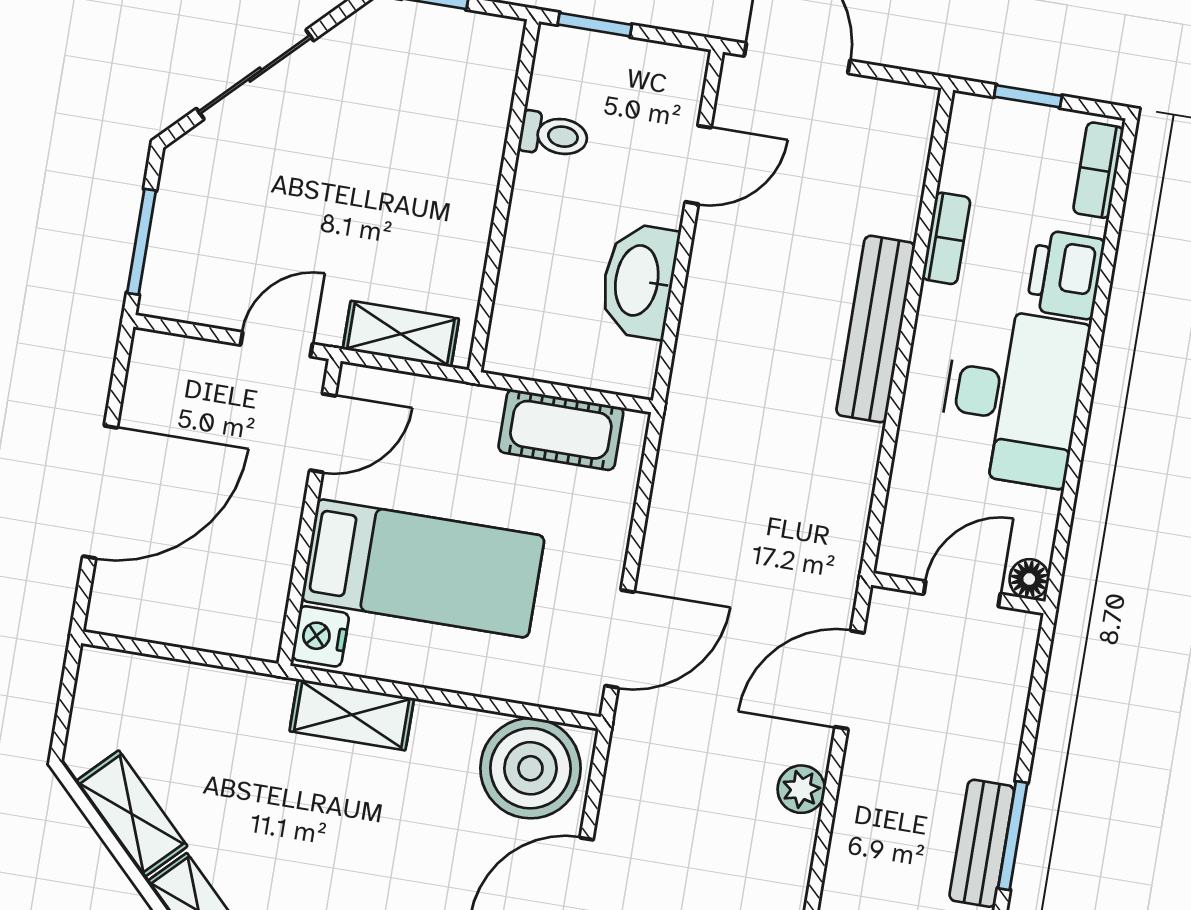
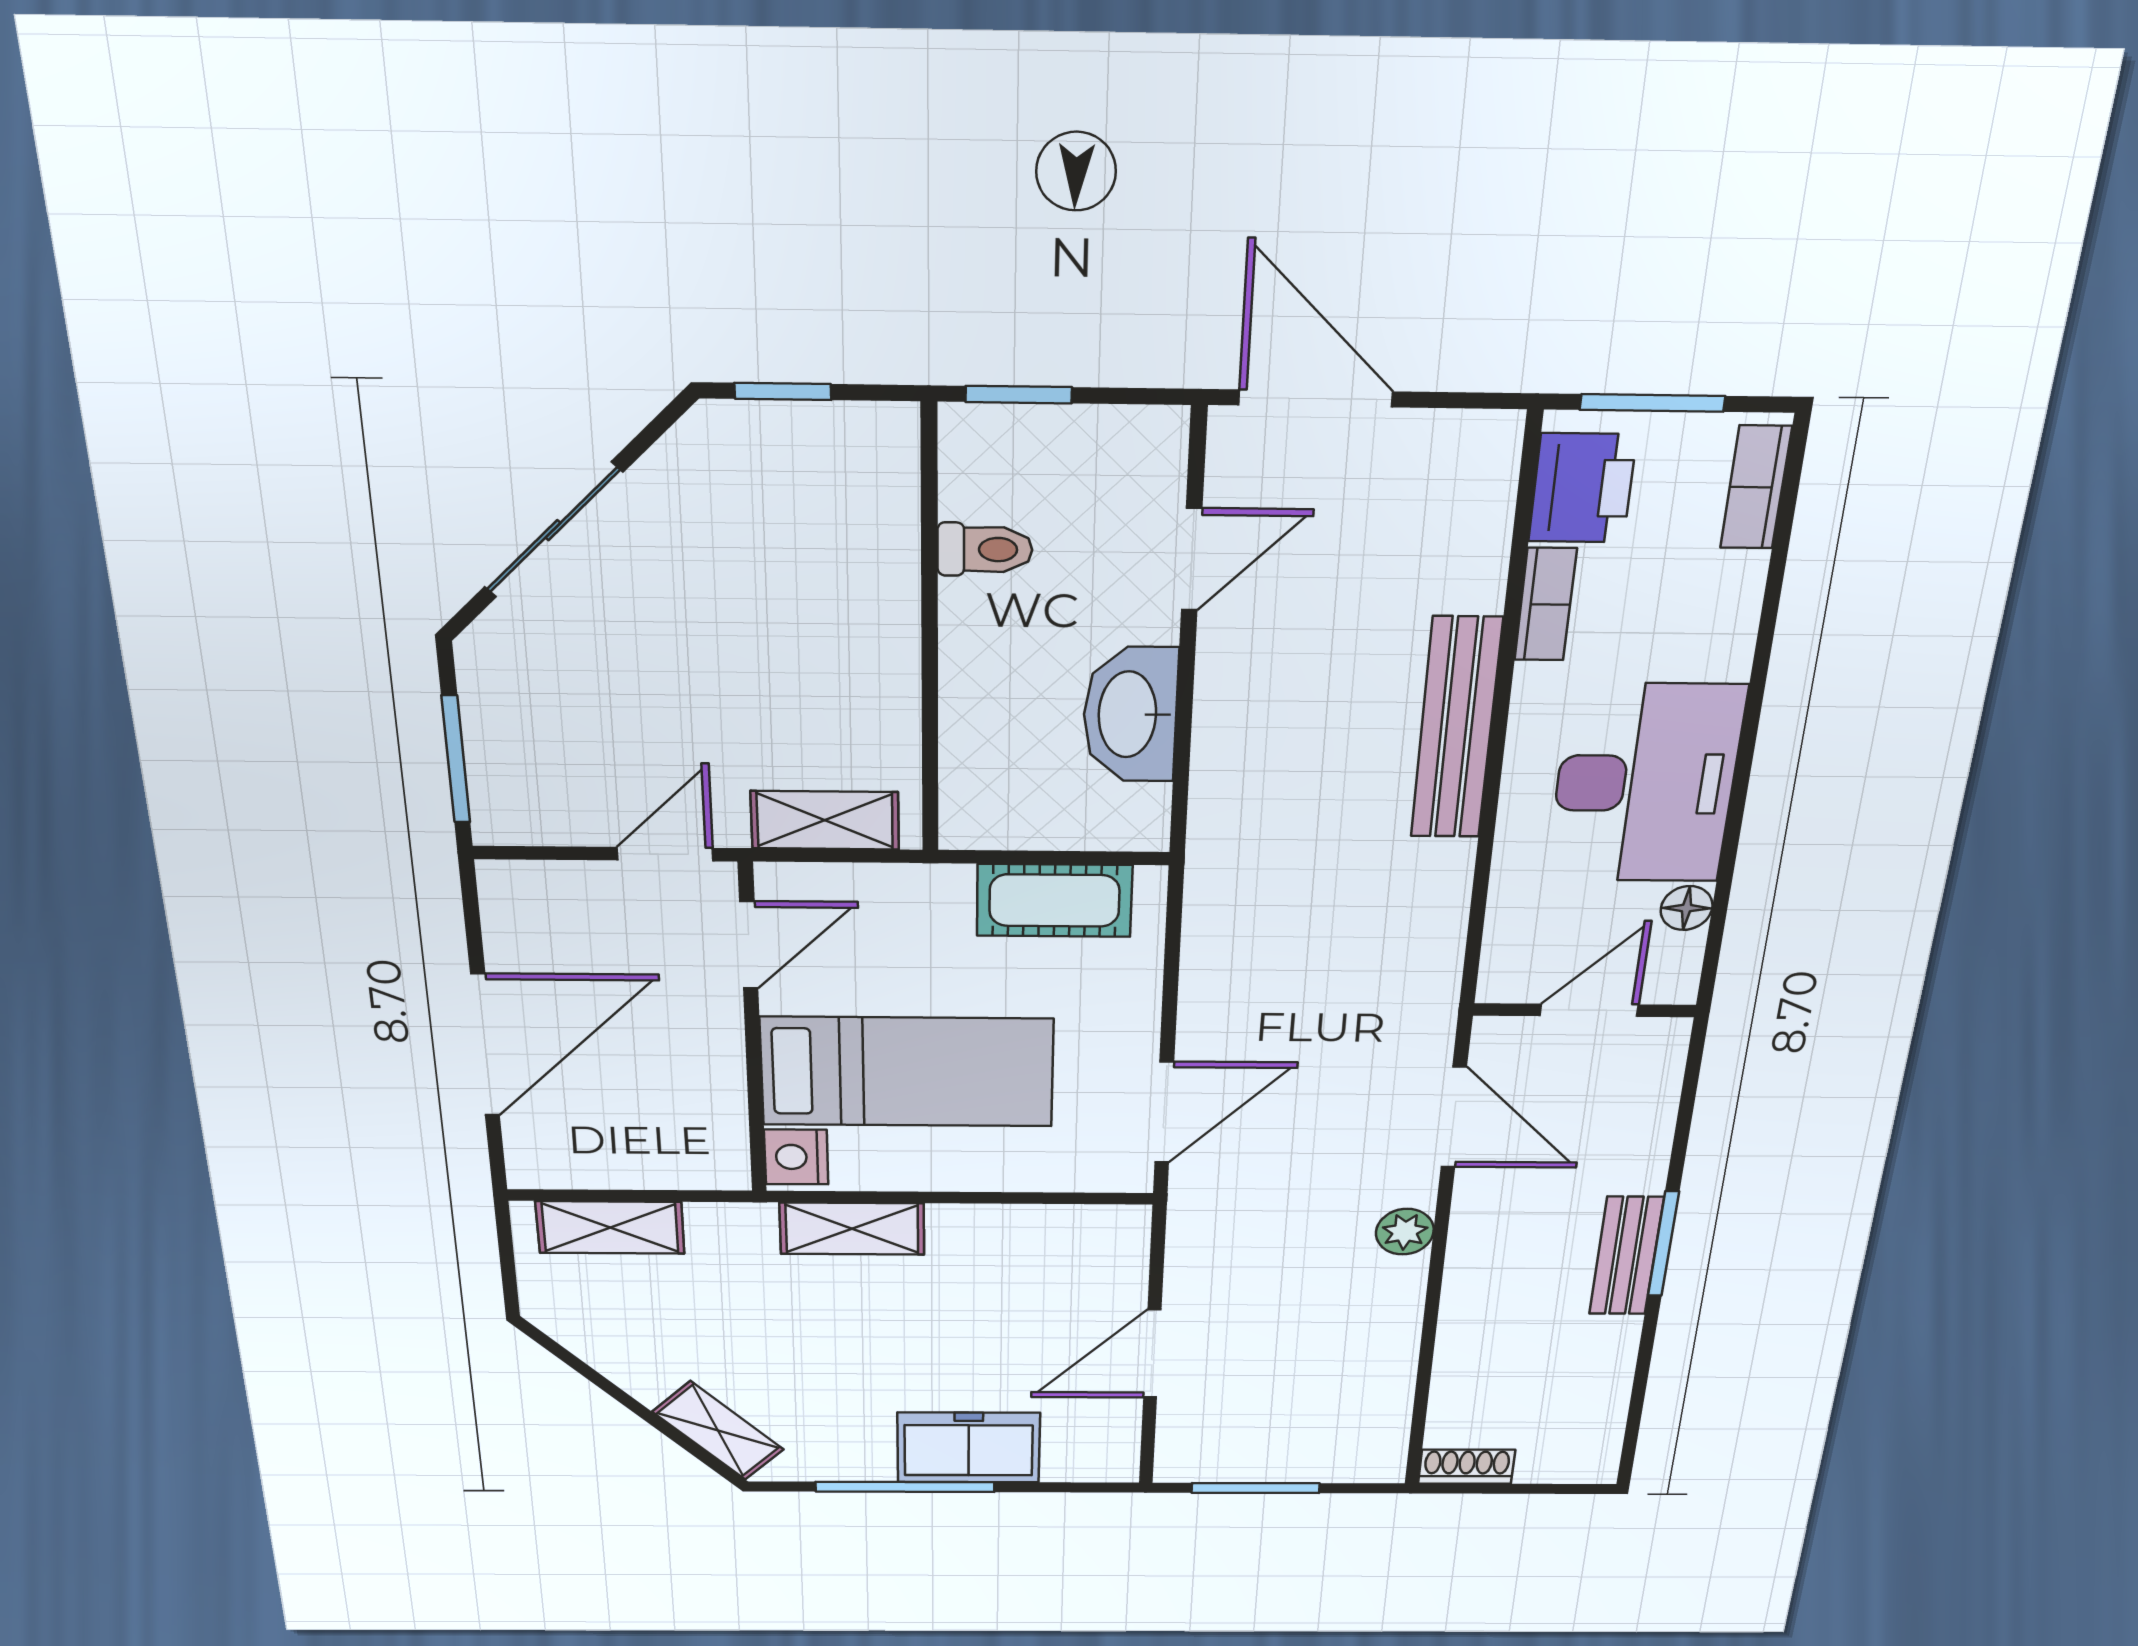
window: (1028, 96) -> (1653, 403), width x1.50
printer: (1065, 274) -> (1582, 488), moved, turned 180
floor lamp: (1029, 579) -> (1687, 908), moved
door: (849, 680) -> (1454, 1117), swing flipped
boiler: (530, 768) -> (1077, 1253), removed
shelving: (132, 814) -> (610, 1227), moved, turned -45

